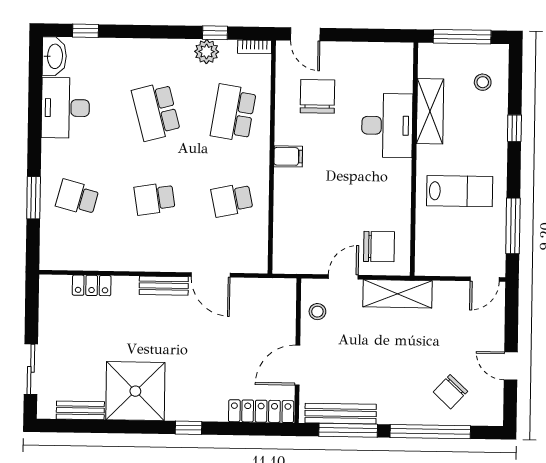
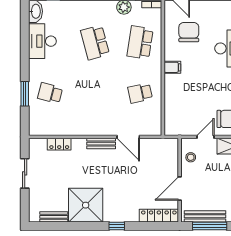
school desk: (155, 199) -> (95, 93), removed
sliding door: (31, 369) -> (25, 173), moved

